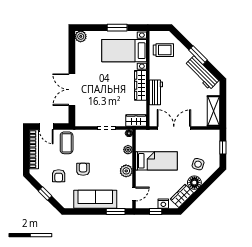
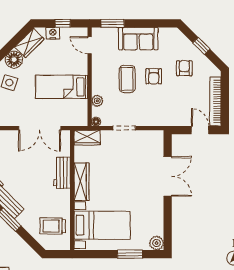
window: (117, 28) -> (130, 254), moved
coffee table: (67, 143) -> (127, 79), moved
plant: (126, 171) -> (99, 74), removed
door: (134, 194) -> (90, 45), hinge flipped
sofa: (95, 199) -> (138, 39), width x0.73

